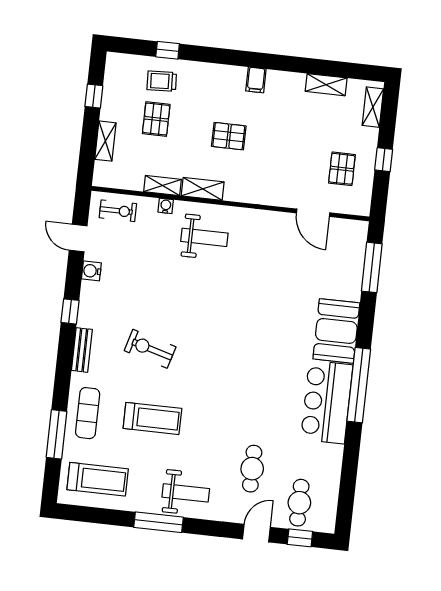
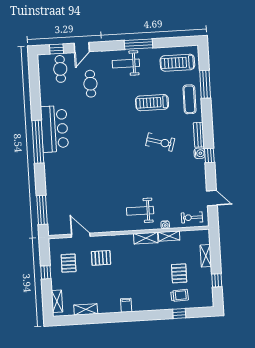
pallet: (229, 136) -> (101, 258), moved
water cooler: (91, 271) -> (200, 153), moved
booth: (336, 331) -> (56, 170), removed

